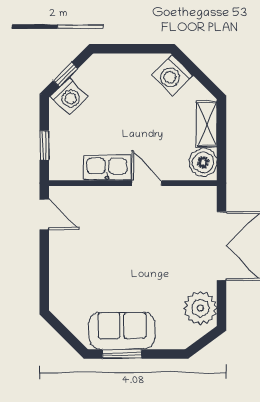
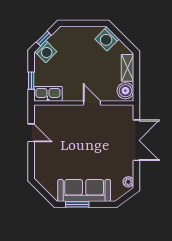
kitchen sink: (107, 168) -> (48, 94), moved
door: (44, 214) -> (31, 133), moved
plant: (200, 308) -> (128, 182), width x0.53, depth x0.53
sofa: (122, 331) -> (84, 191), width x1.36

